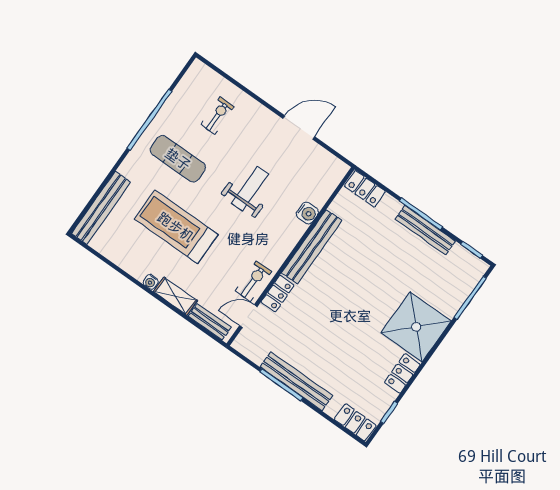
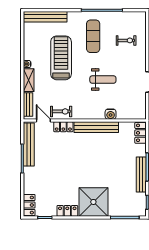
bench: (296, 381) -> (29, 145), moved

